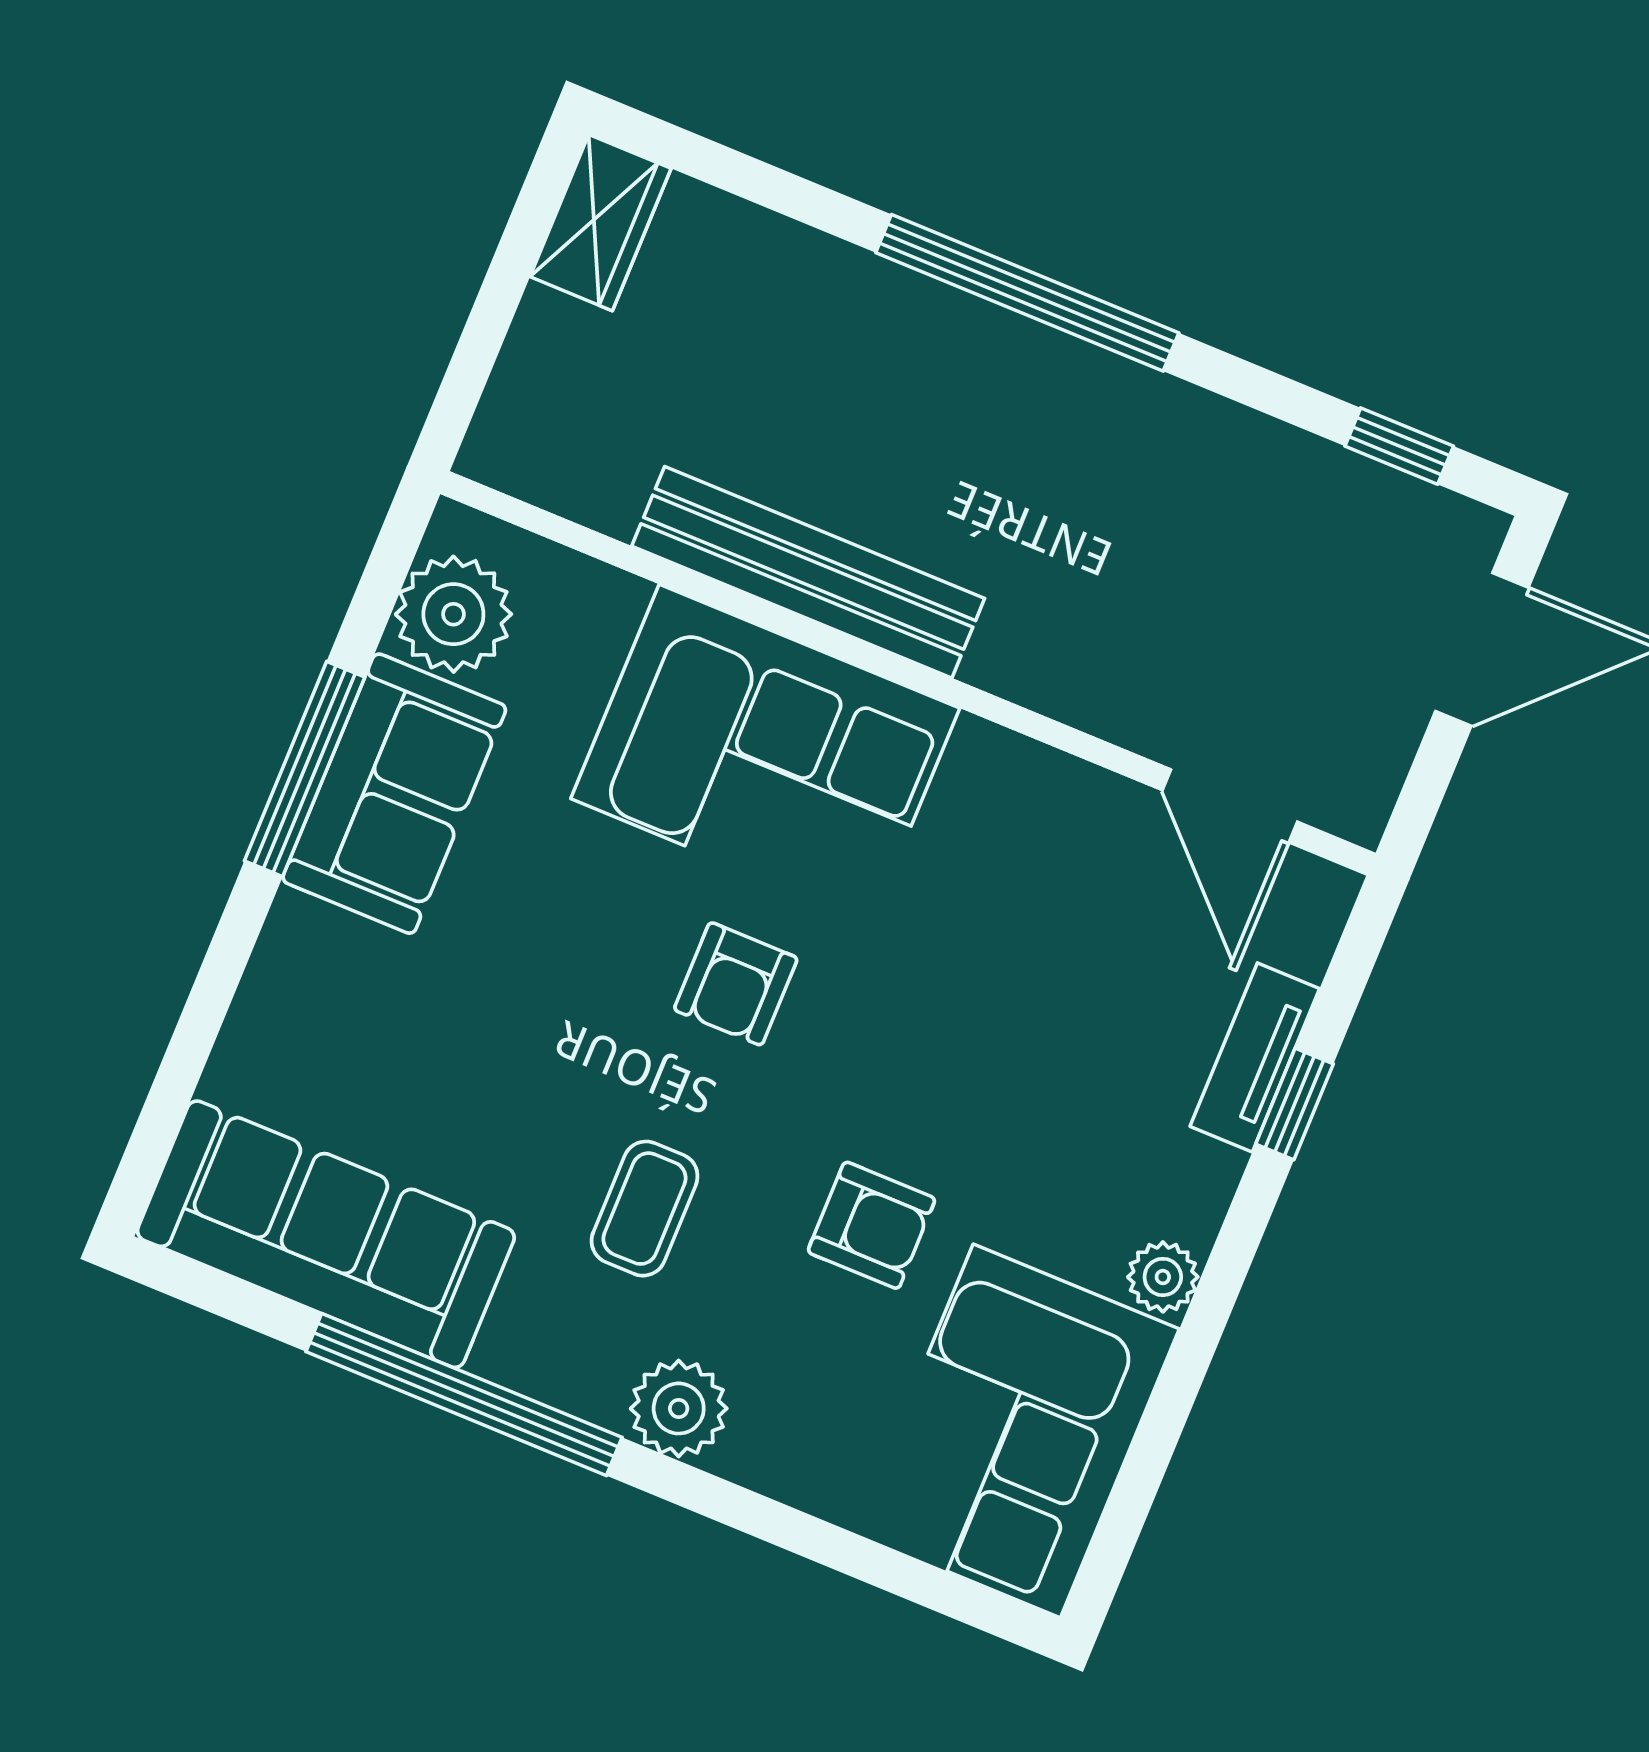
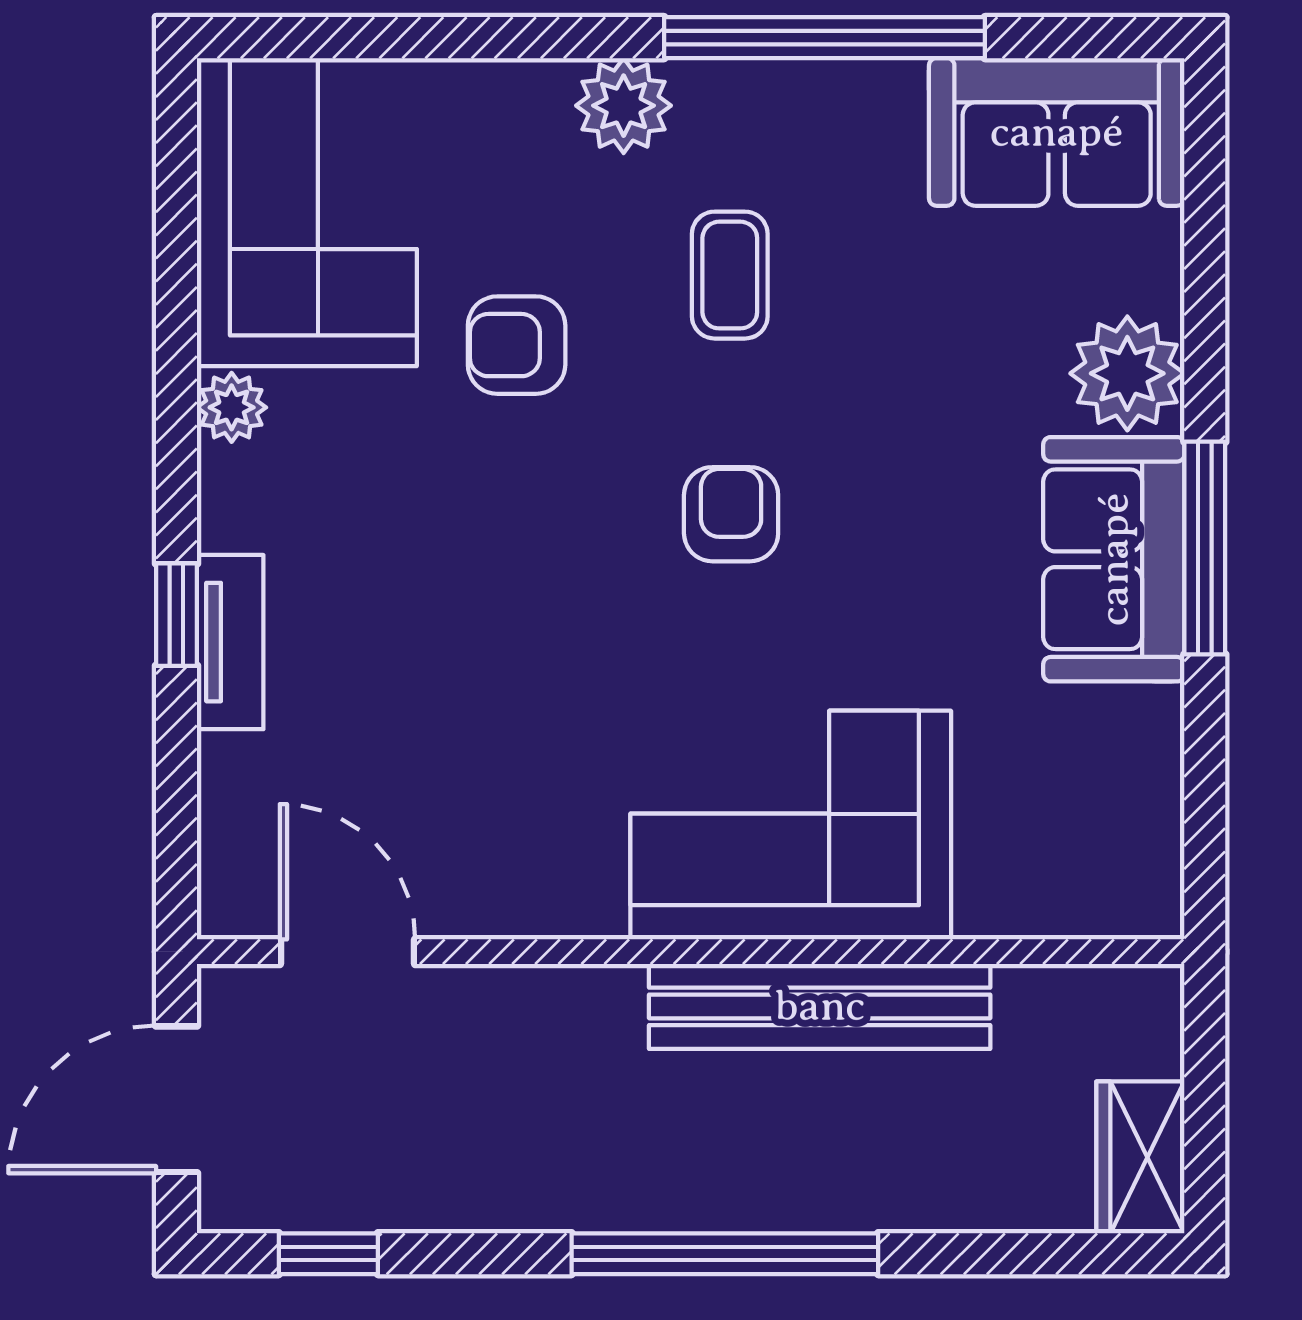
bench: (808, 572) -> (820, 1006), moved
plant: (453, 614) -> (1127, 373), moved
wall: (908, 673) -> (691, 952), moved
corner sofa: (765, 753) -> (791, 825), moved
door: (1230, 806) -> (347, 952), moved
sofa: (326, 1234) -> (1057, 132), width x0.73

